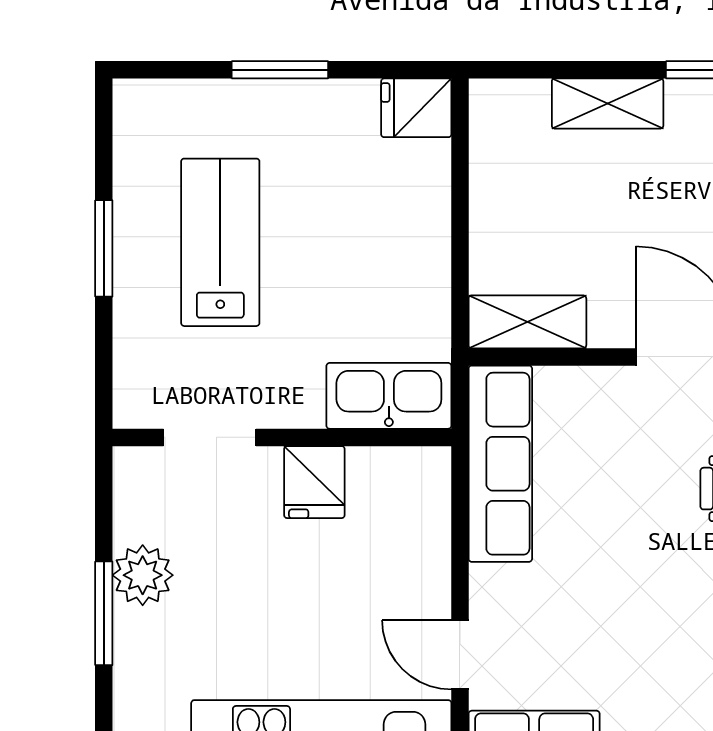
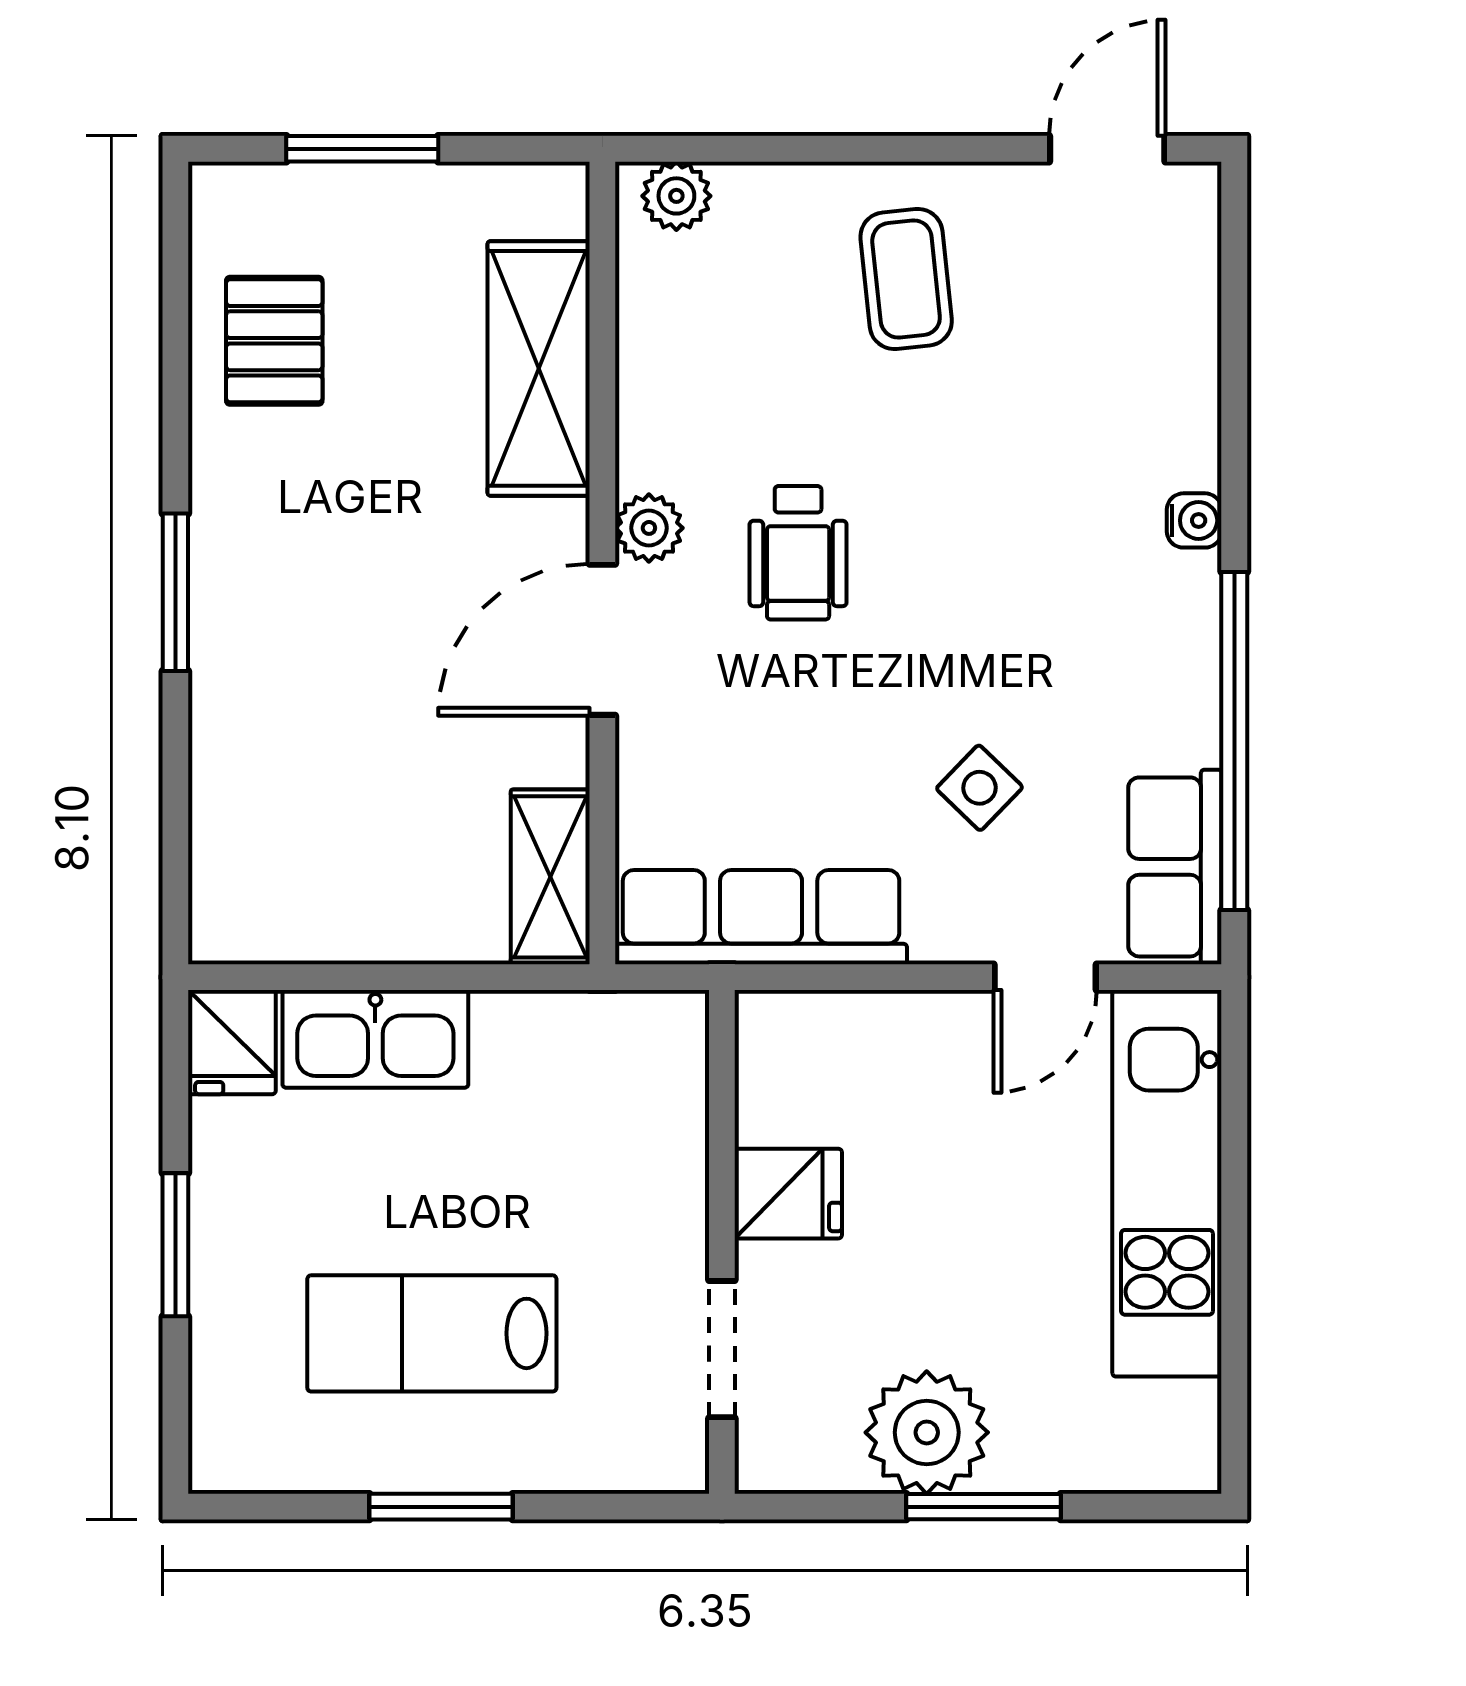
shelving: (608, 103) -> (225, 758), removed
kitchen sink: (389, 396) -> (375, 1039), moved, turned -90
plant: (143, 575) -> (927, 1432), width x1.36, depth x1.36
side table: (587, 611) -> (979, 788), added

